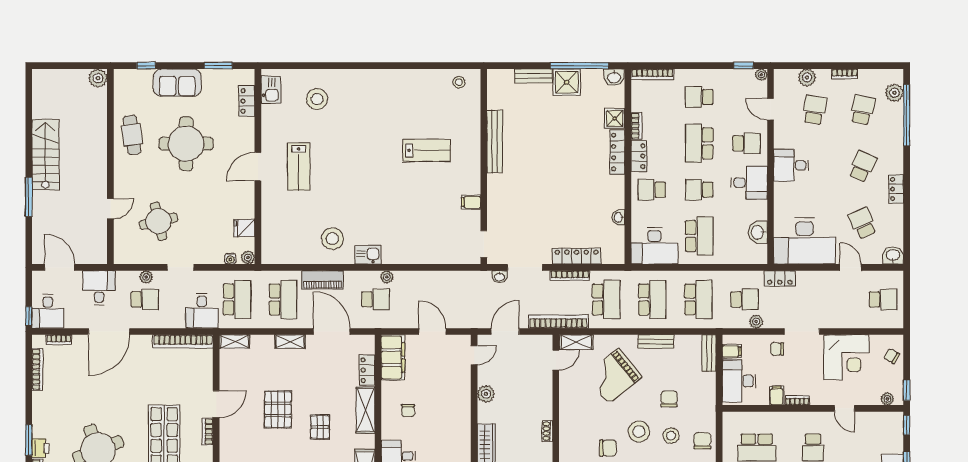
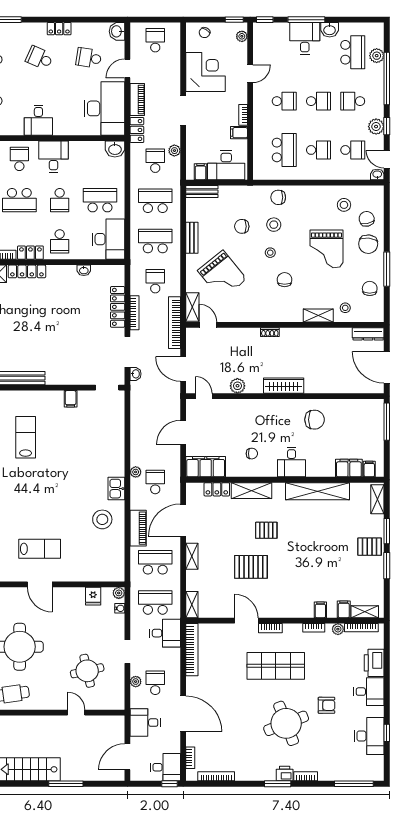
school desk: (863, 223) -> (89, 58), turned 33
washbasin: (758, 232) -> (115, 149), moved
piano: (815, 279) -> (137, 99), added
school desk: (606, 299) -> (155, 281), width x0.54
chair: (777, 349) -> (198, 132), removed
stool: (639, 432) -> (270, 253), width x0.53, depth x0.53

